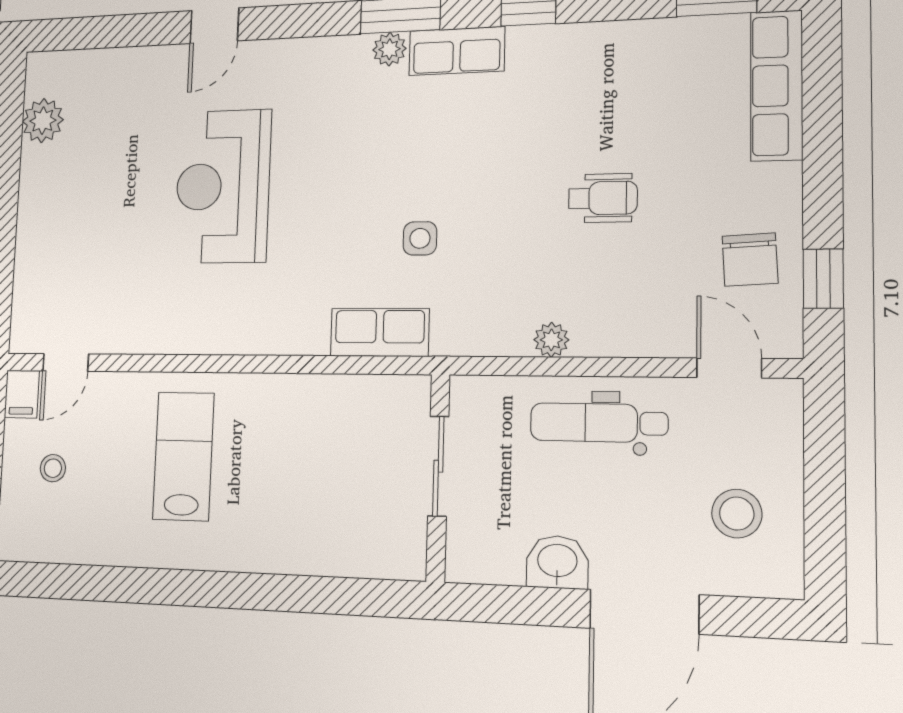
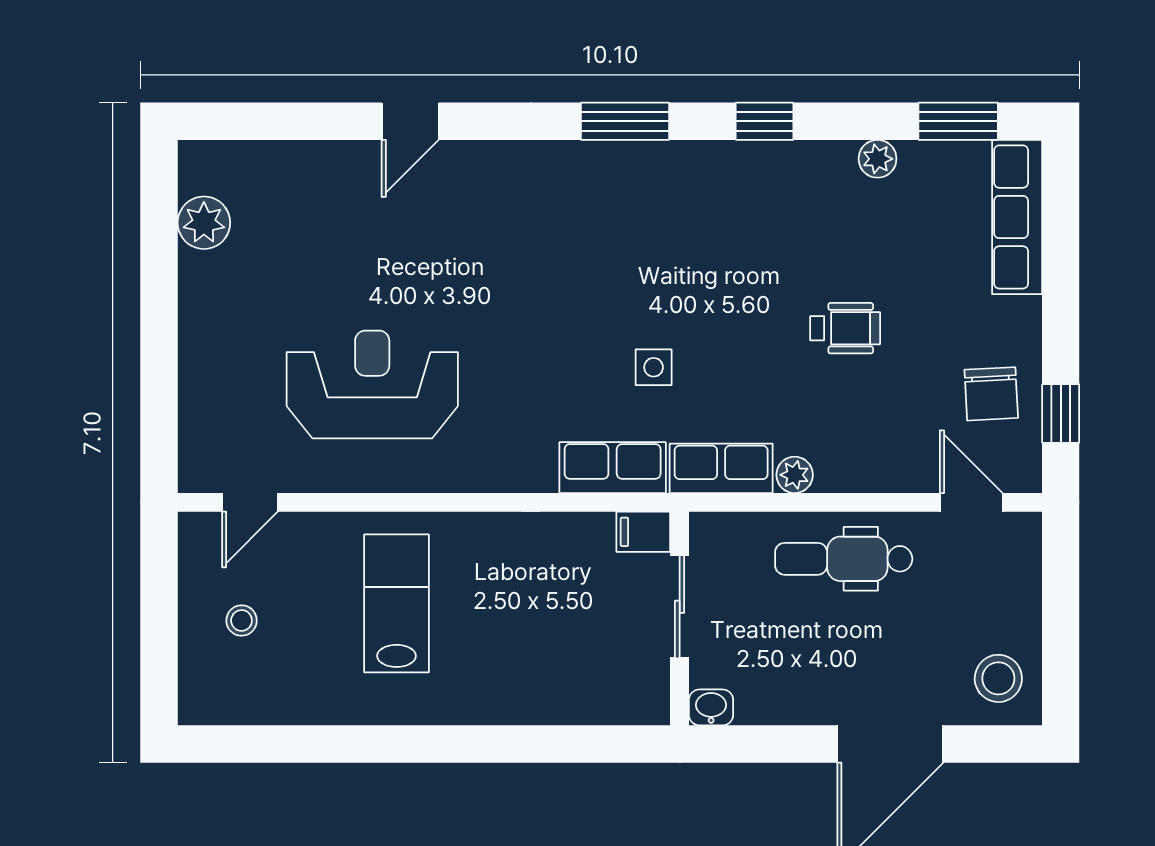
plant: (389, 49) -> (878, 159), moved
row of seats: (457, 51) -> (721, 468), moved, turned 180
reception desk: (223, 186) -> (372, 384), moved, turned 90
filing cabinet: (22, 394) -> (643, 532), moved, turned 90
stool: (737, 514) -> (998, 678), moved
washbasin: (557, 562) -> (711, 707), moved, width x0.72, depth x0.69

